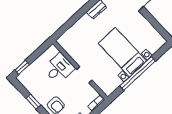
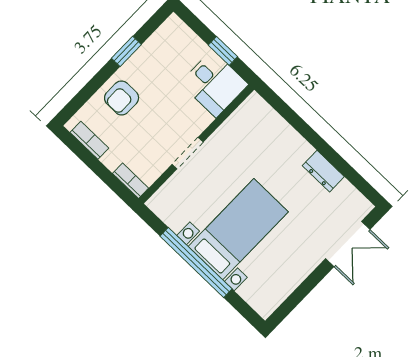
window: (22, 67) -> (223, 51), moved
desk: (59, 68) -> (214, 84), moved

